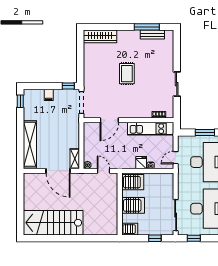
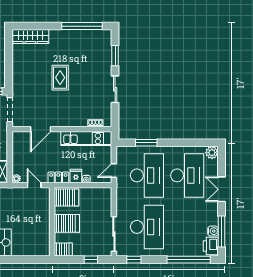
window: (147, 27) -> (82, 26), width x1.46
bench: (152, 35) -> (88, 35), removed
window: (177, 54) -> (115, 56), added
locker: (125, 164) -> (58, 177), added

